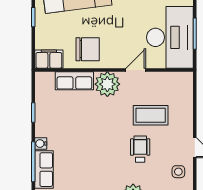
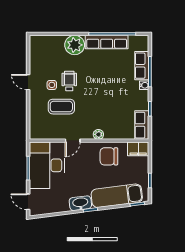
row of seats: (74, 81) -> (142, 125), moved, turned -90
plant: (107, 84) -> (98, 134), width x0.53, depth x0.53
wheelchair: (140, 149) -> (69, 81), turned 180
side table: (178, 172) -> (52, 85), moved

